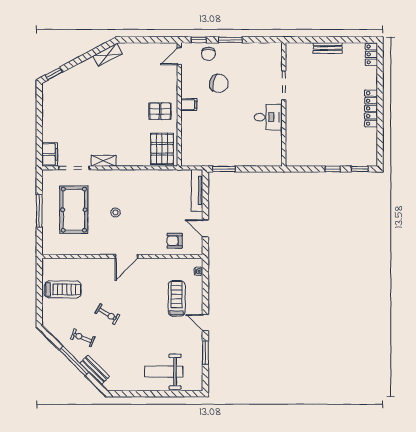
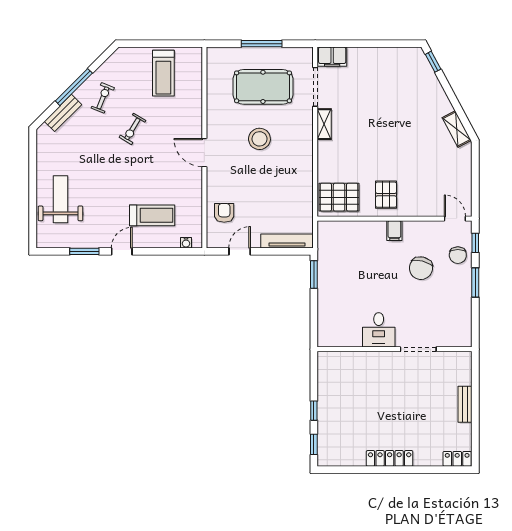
chair: (208, 54) -> (458, 255), turned -90
stool: (115, 212) -> (259, 139), width x1.89, depth x1.89

